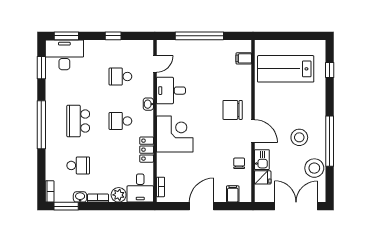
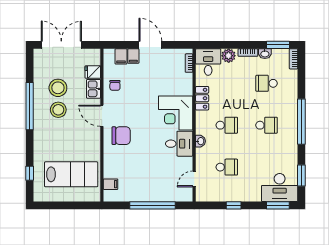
desk: (171, 91) -> (179, 144), moved
school desk: (78, 121) -> (267, 125), width x0.54
stool: (314, 168) -> (58, 88), moved
filing cabinet: (220, 194) -> (133, 56), added
door: (201, 206) -> (150, 45), swing flipped
double door: (296, 206) -> (61, 45), swing flipped

